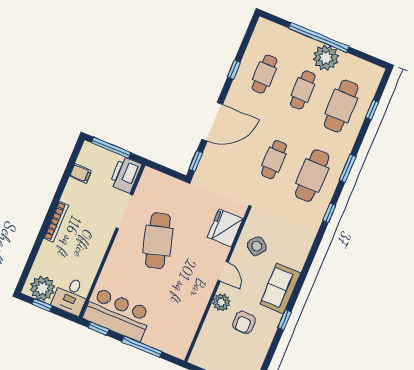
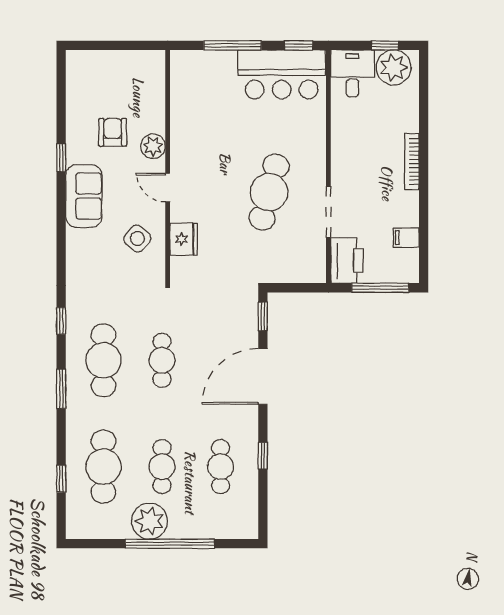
fridge: (225, 228) -> (184, 239), width x0.73, depth x0.75
cafe table: (158, 241) -> (269, 192), turned 30

